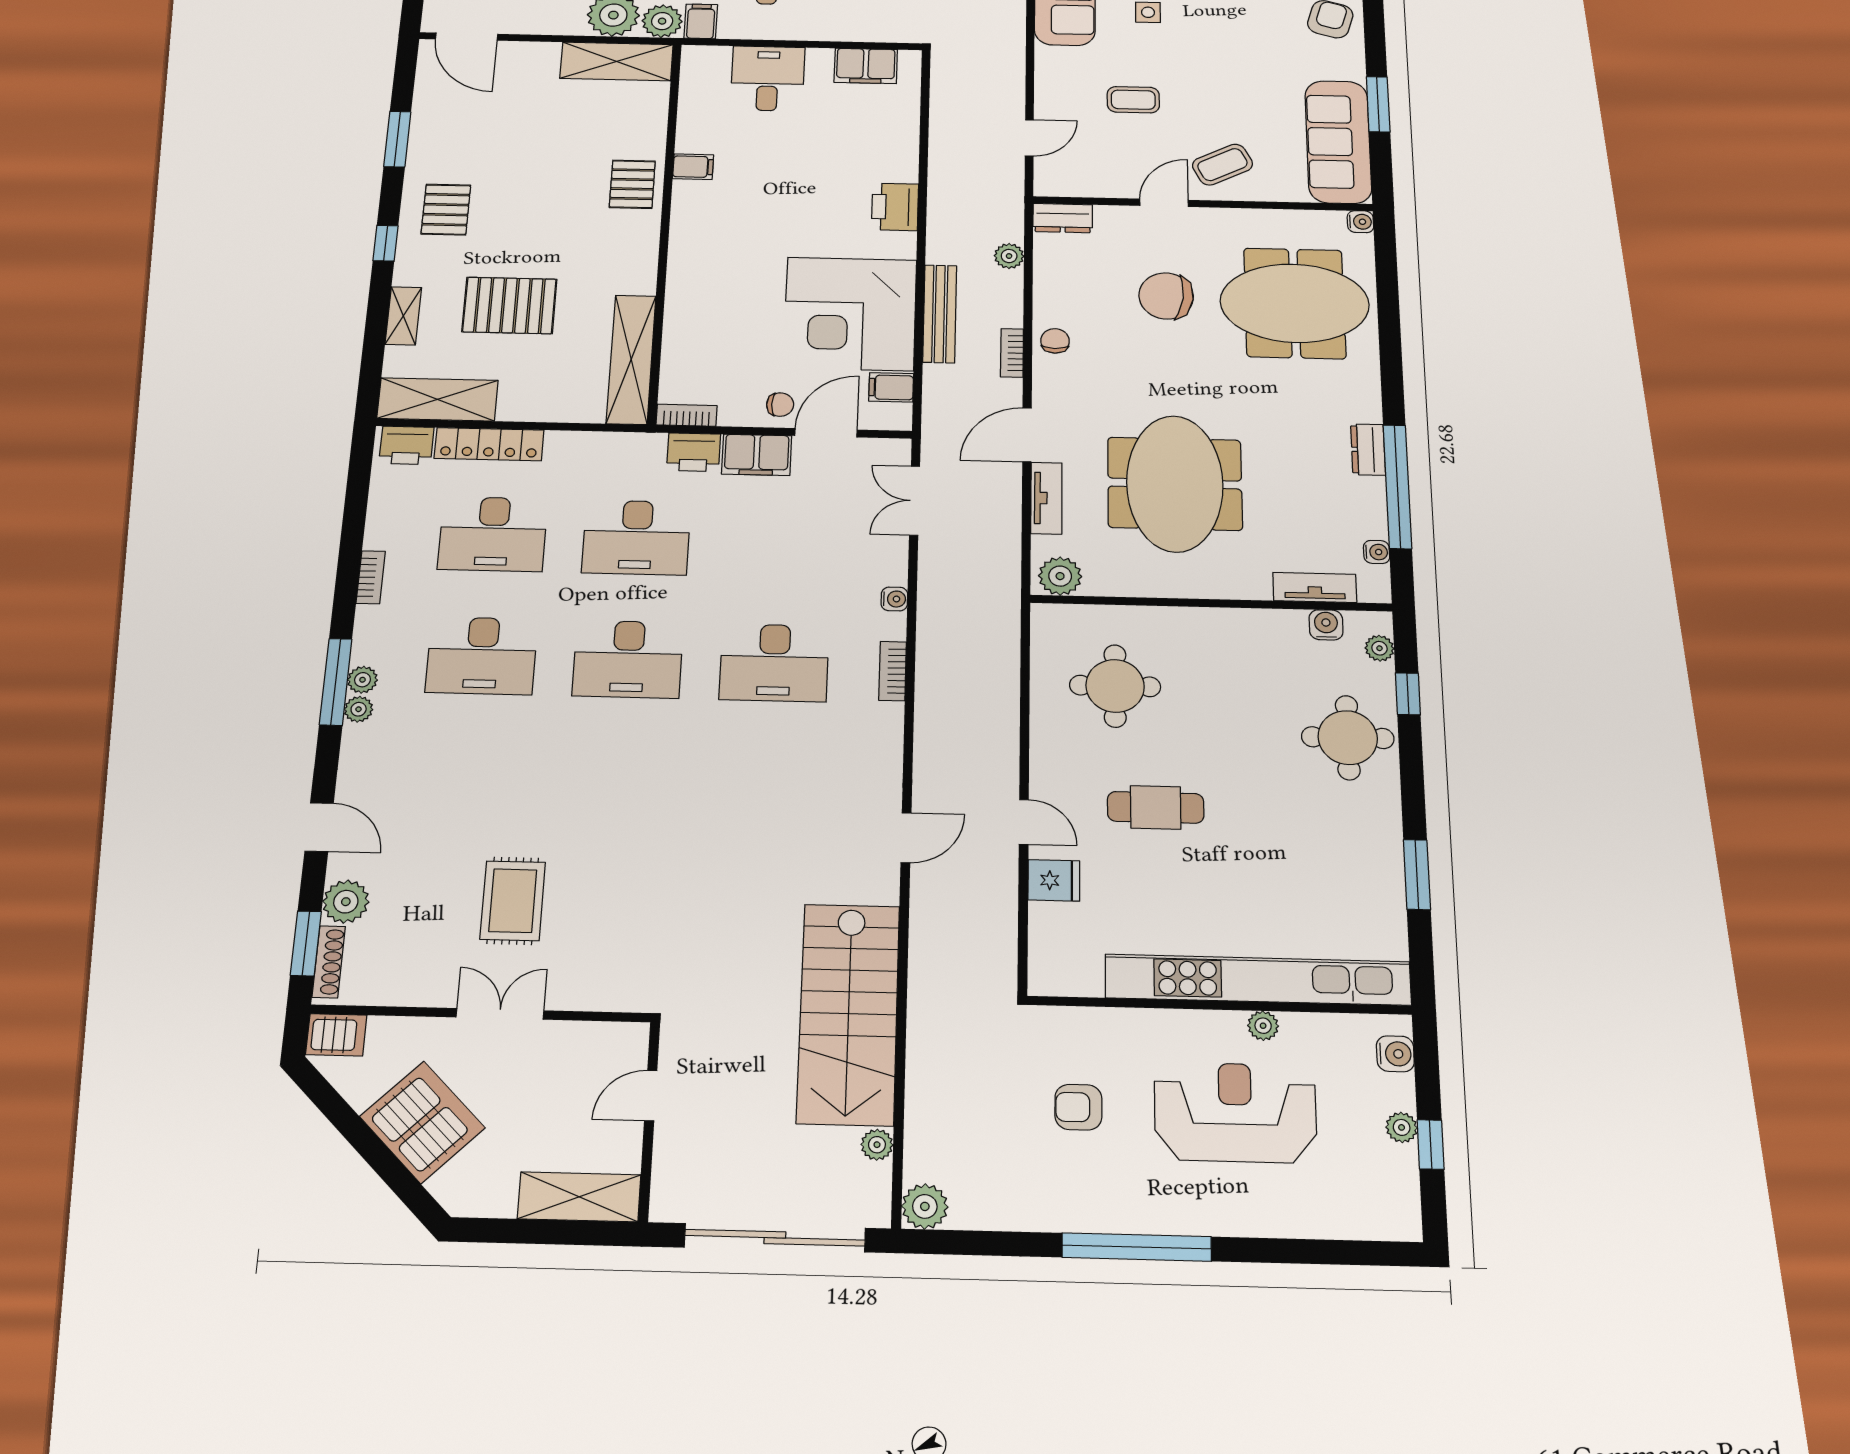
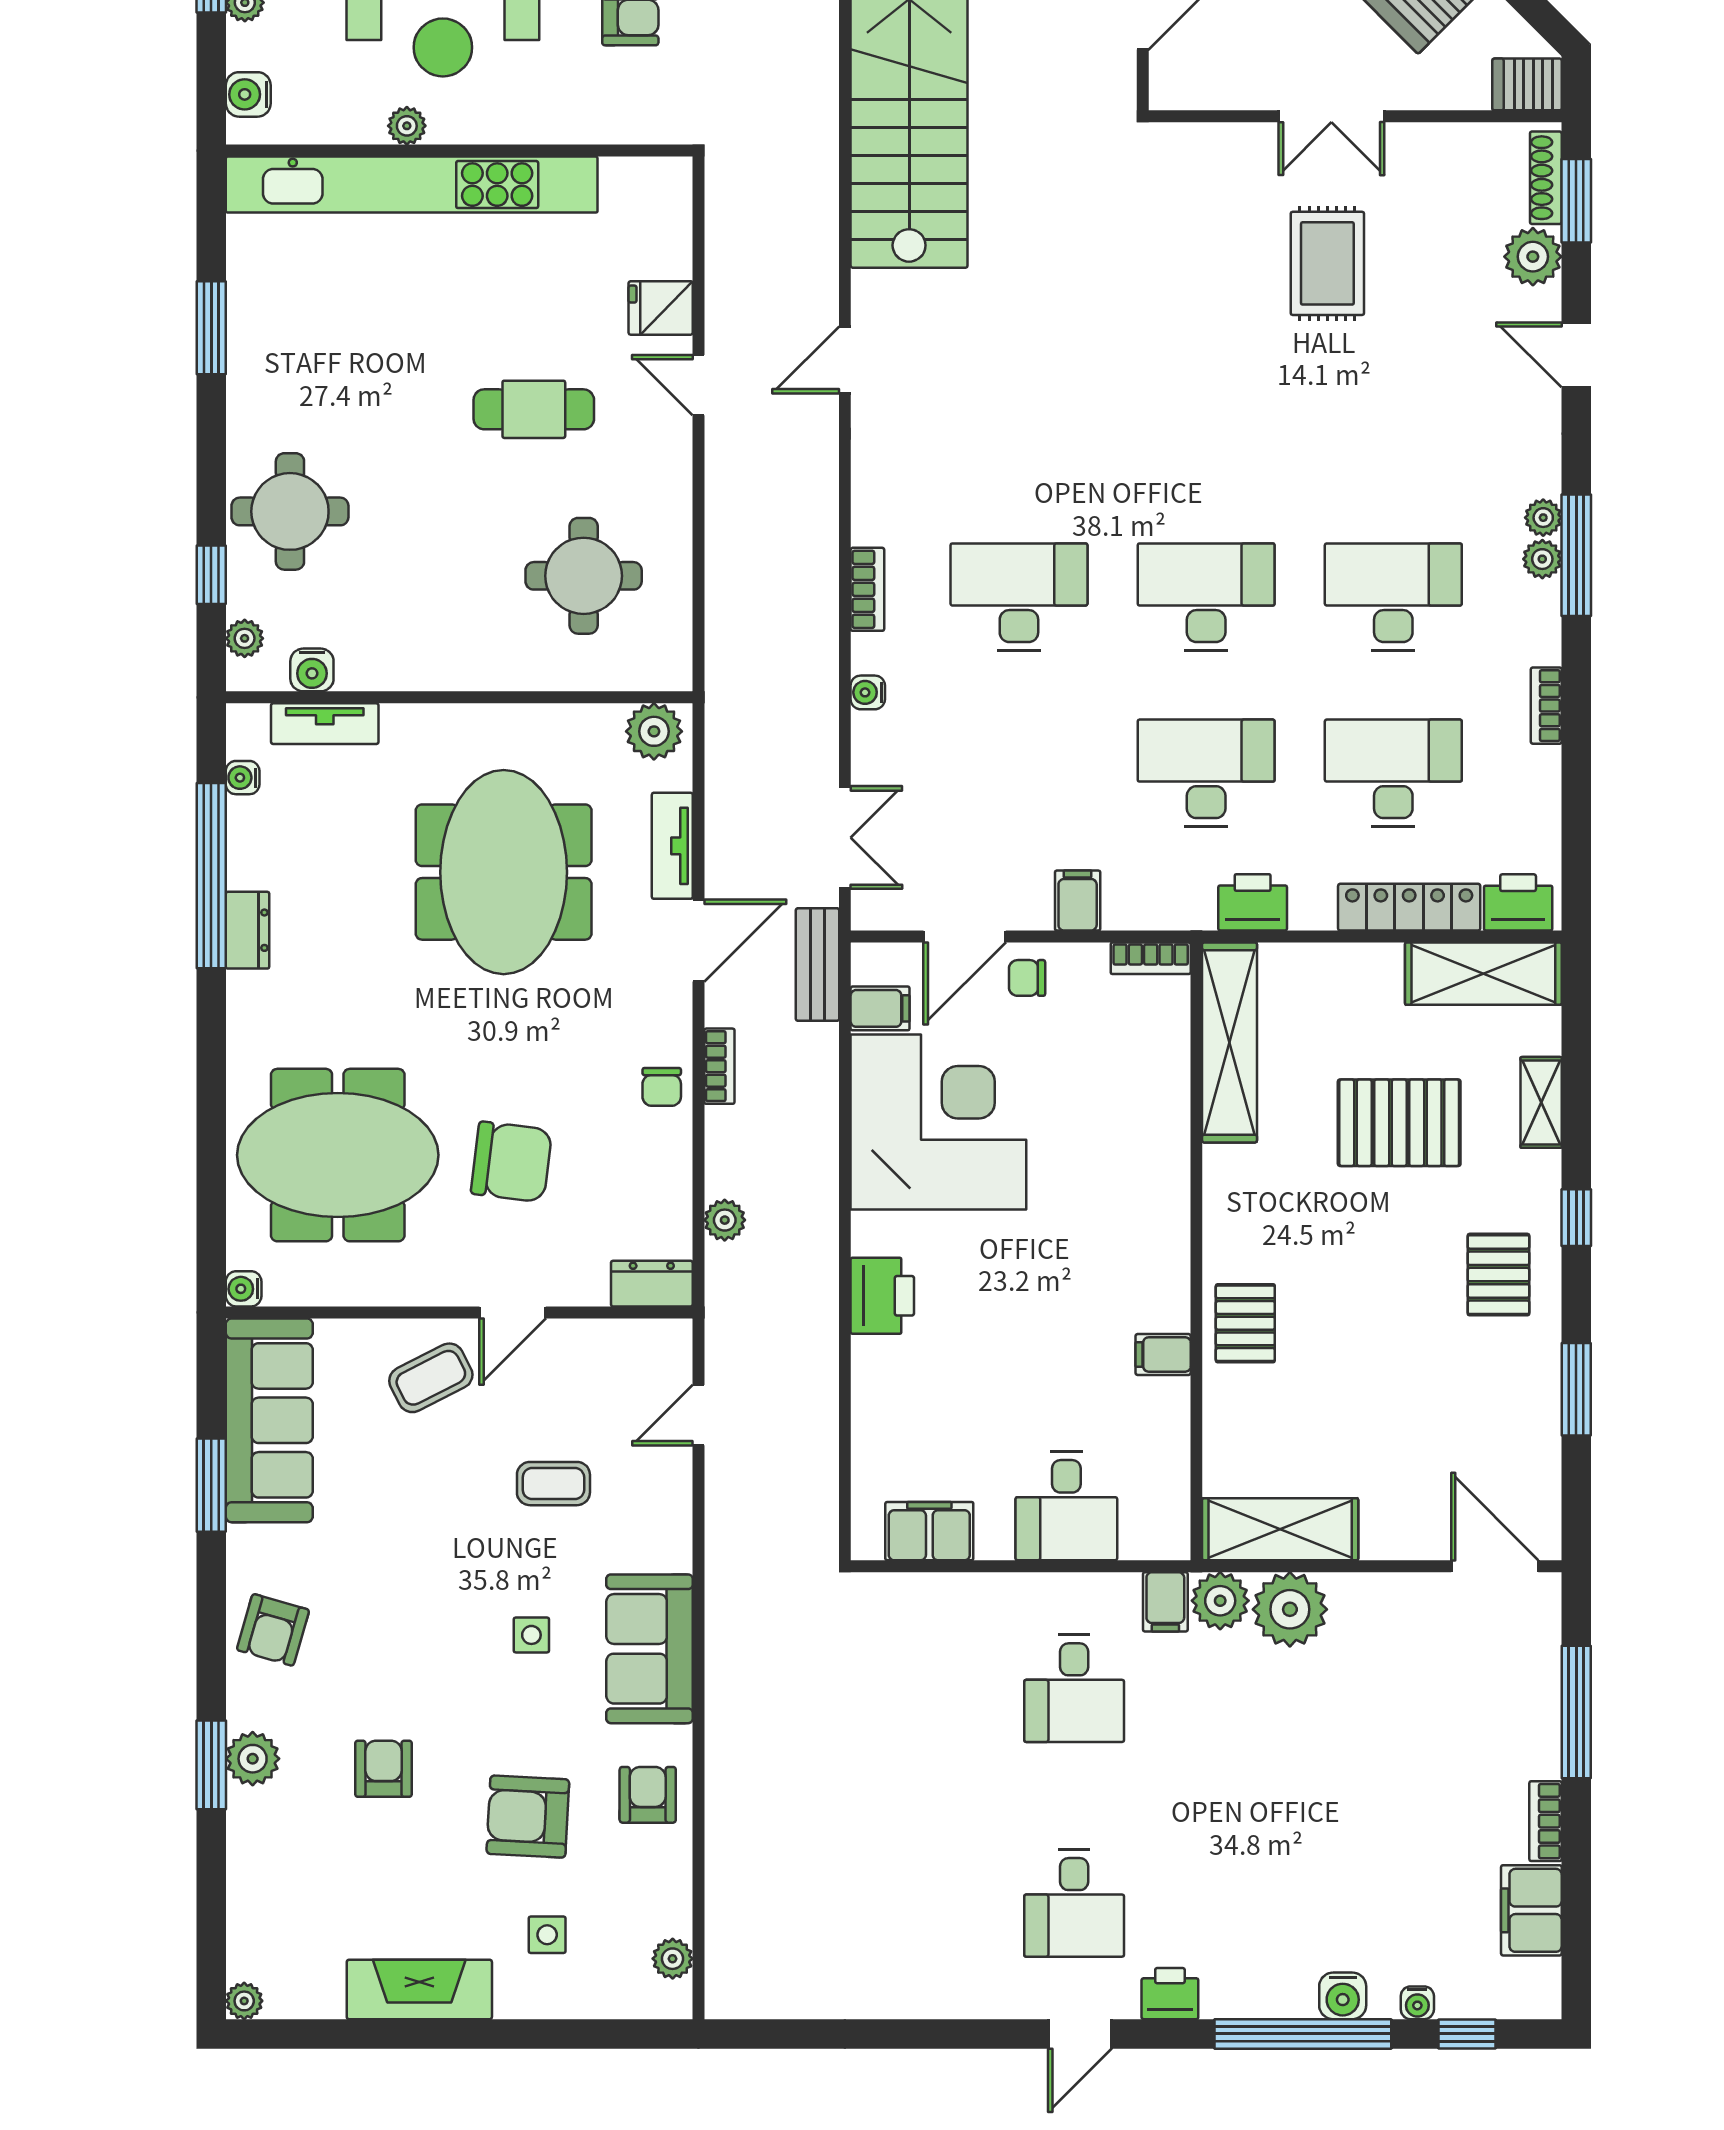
bench: (940, 314) -> (817, 965), moved, width x0.73
printer: (694, 452) -> (1253, 902), moved
filing cabinet: (757, 455) -> (1078, 901), width x0.50

